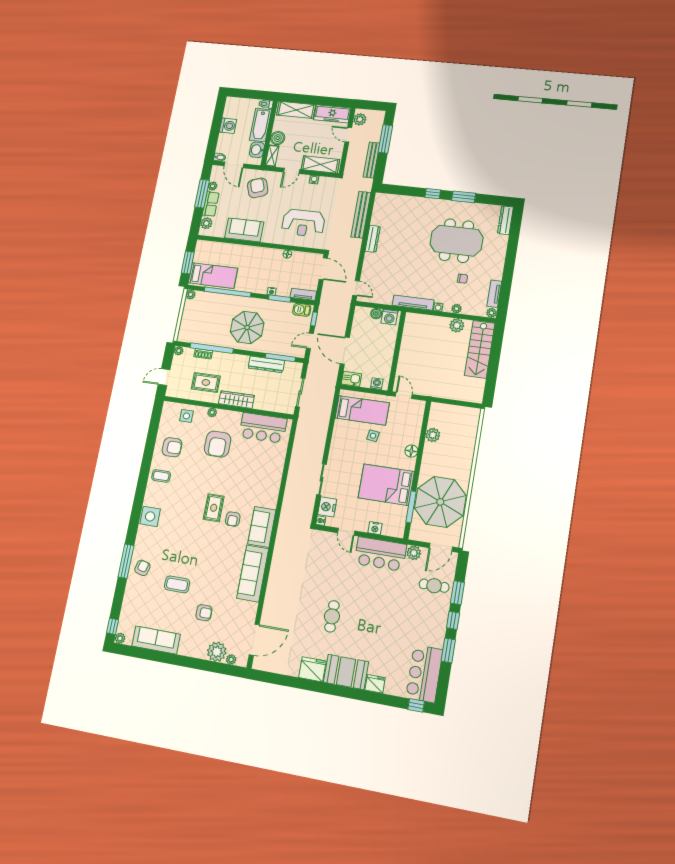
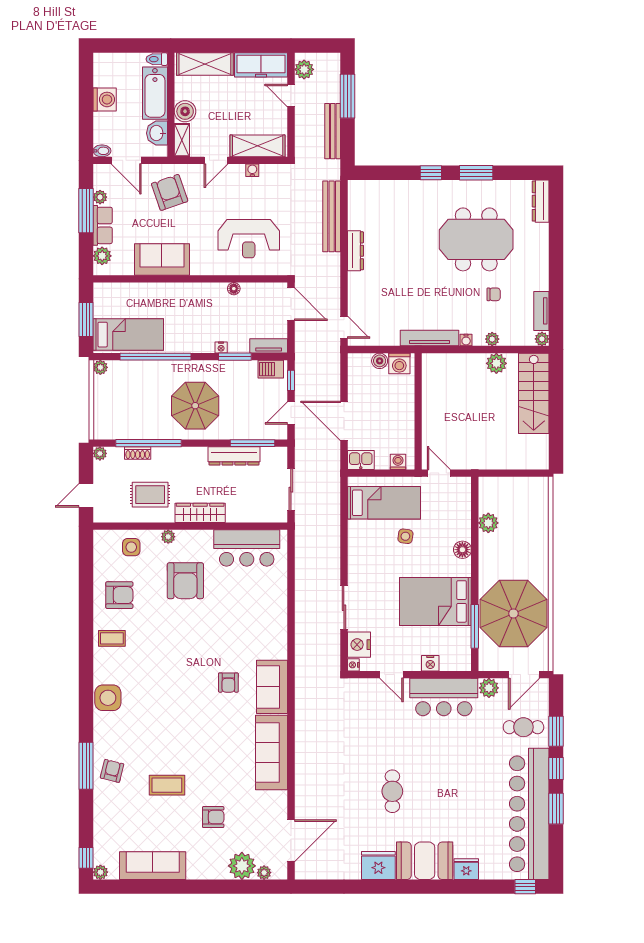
rug: (214, 508) -> (198, 671), removed
bar counter: (424, 674) -> (529, 814), width x1.86

